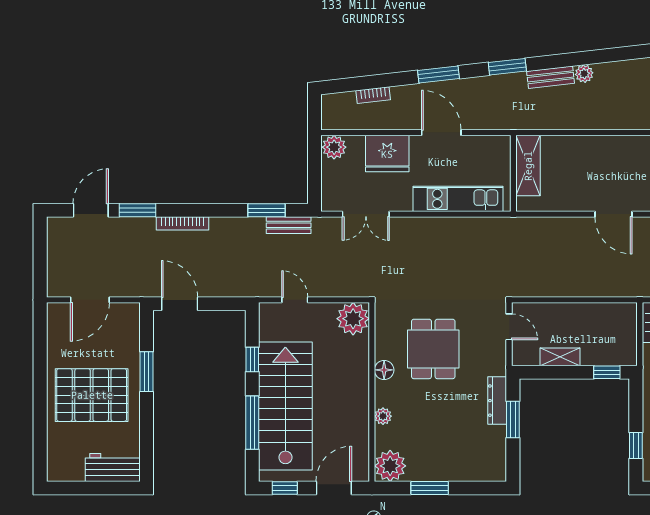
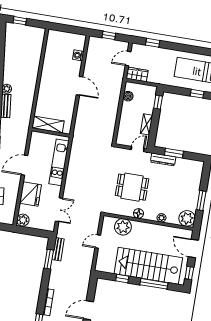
door: (613, 214) -> (79, 86), hinge flipped
door: (295, 300) -> (98, 241), moved
boiler: (609, 312) -> (128, 96), added
plant: (353, 319) -> (123, 227), moved
door: (509, 327) -> (138, 149), moved

